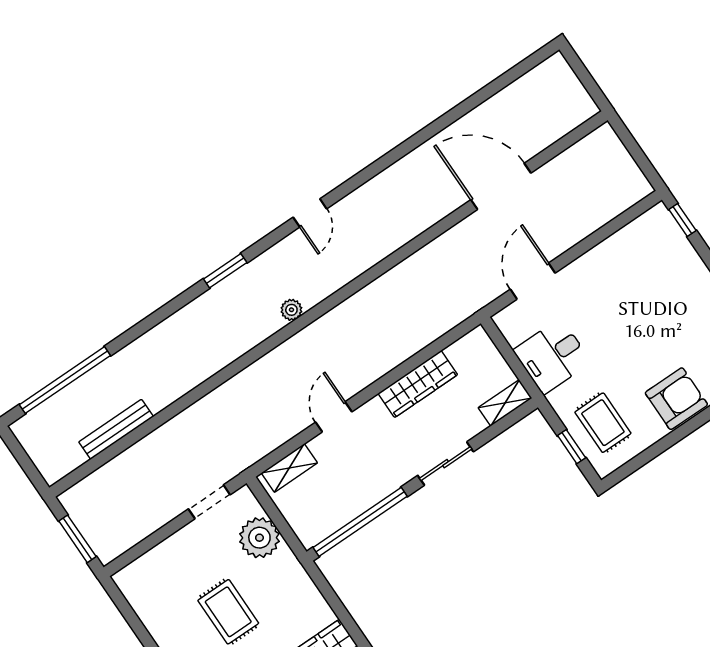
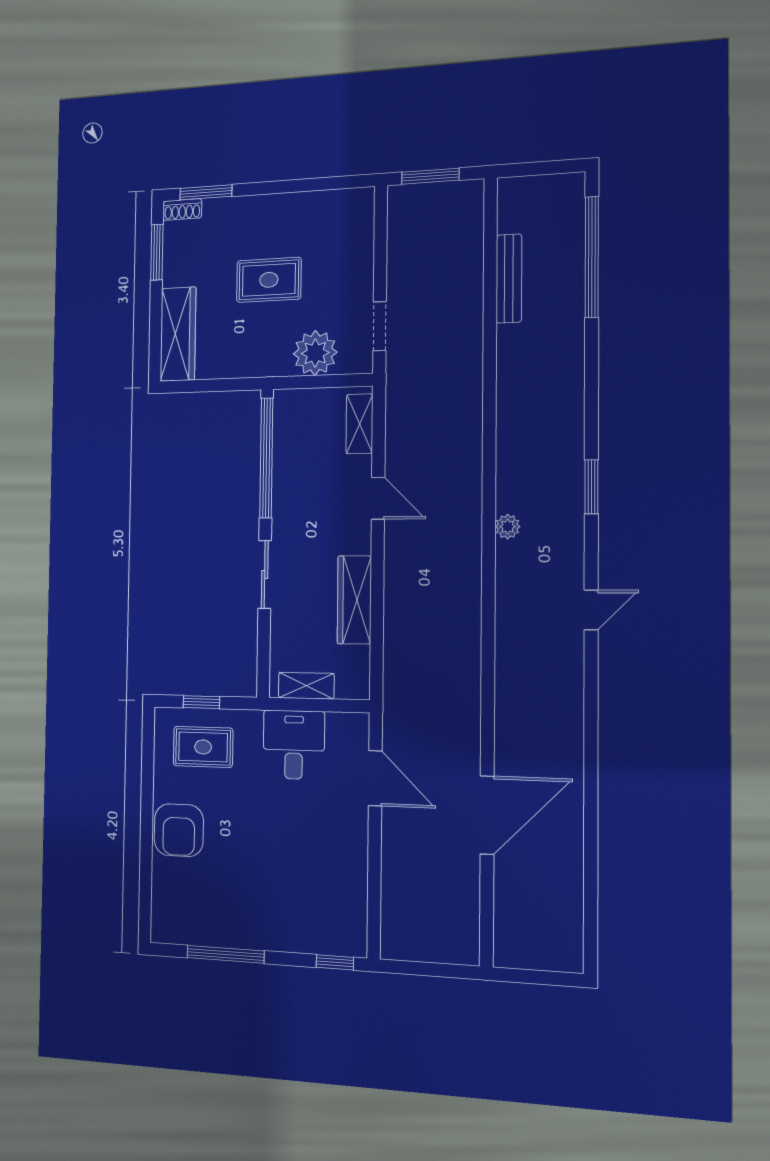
door: (310, 213) -> (591, 610), swing flipped
shelving: (505, 403) -> (306, 686), moved, turned 90

